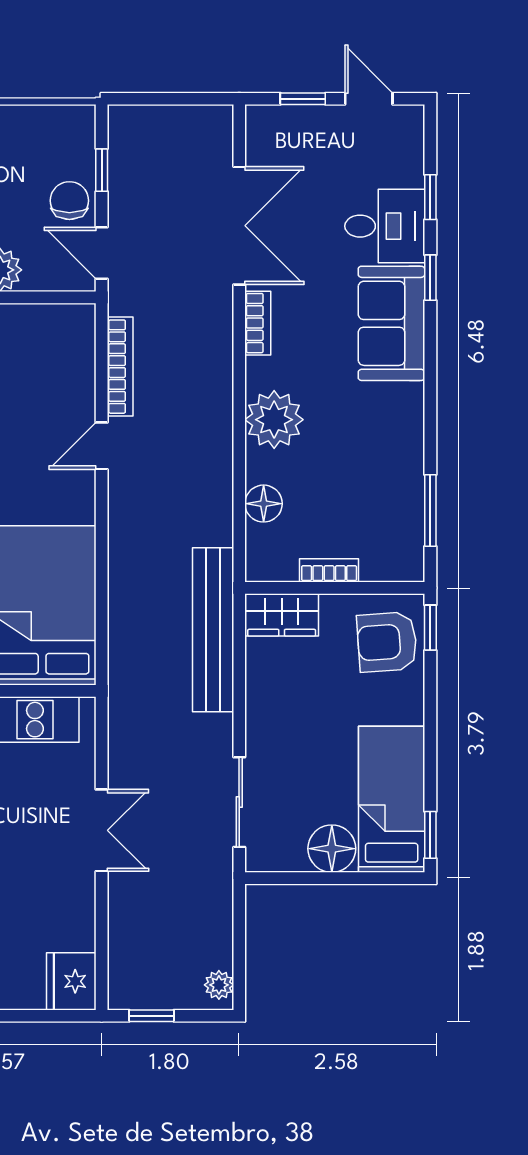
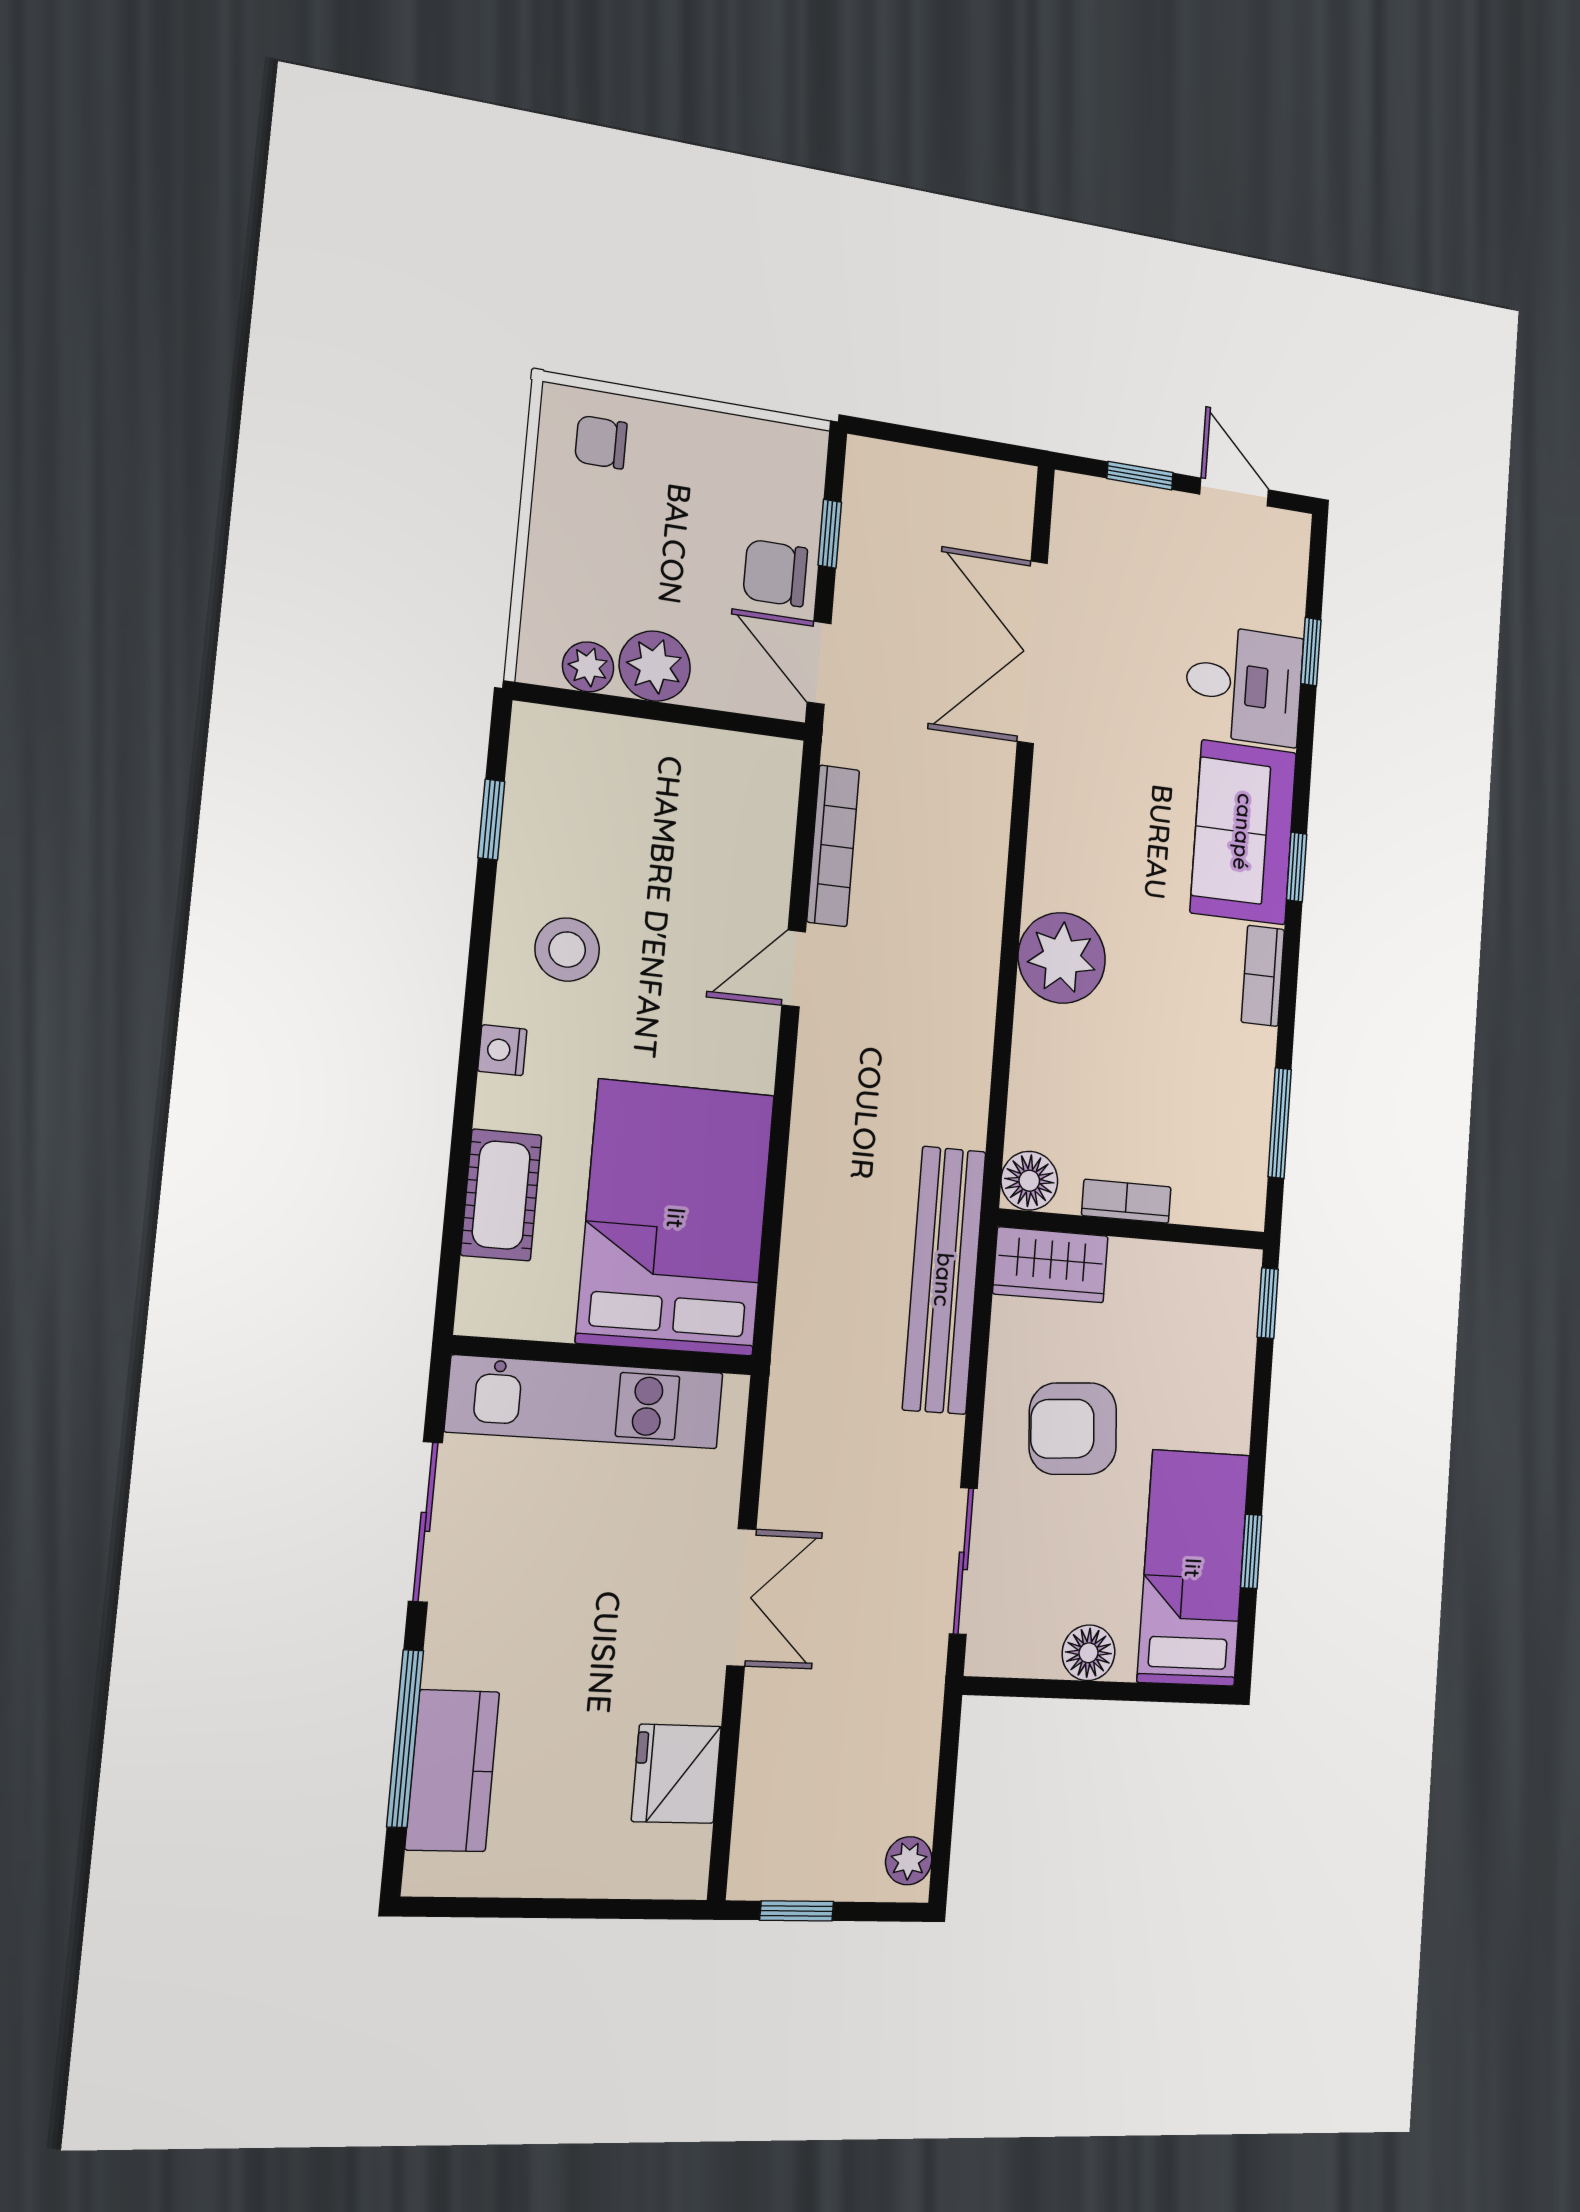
chair: (69, 201) -> (775, 573), turned -90
double door: (239, 226) -> (1032, 652), swing flipped
window: (430, 278) -> (1297, 867), moved
bookcase: (258, 323) -> (1263, 976), moved, turned 180
floor lamp: (264, 504) -> (1029, 1181), moved
armchair: (387, 642) -> (1073, 1429), moved
window: (430, 835) -> (1251, 1551), moved
floor lamp: (332, 849) -> (1088, 1653), width x0.73, depth x0.73
fridge: (71, 981) -> (676, 1774), moved

